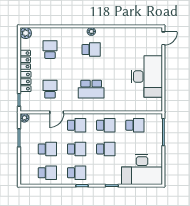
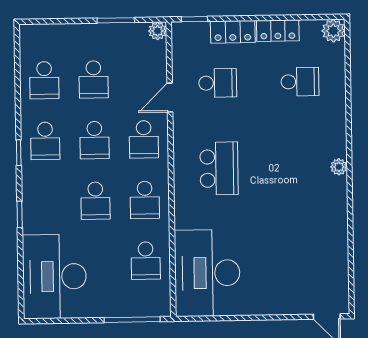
school desk: (91, 50) -> (301, 167), removed
desk: (147, 77) -> (207, 273), moved, turned 90
school desk: (91, 89) -> (219, 168), turned 180
door: (57, 112) -> (170, 98), hinge flipped

